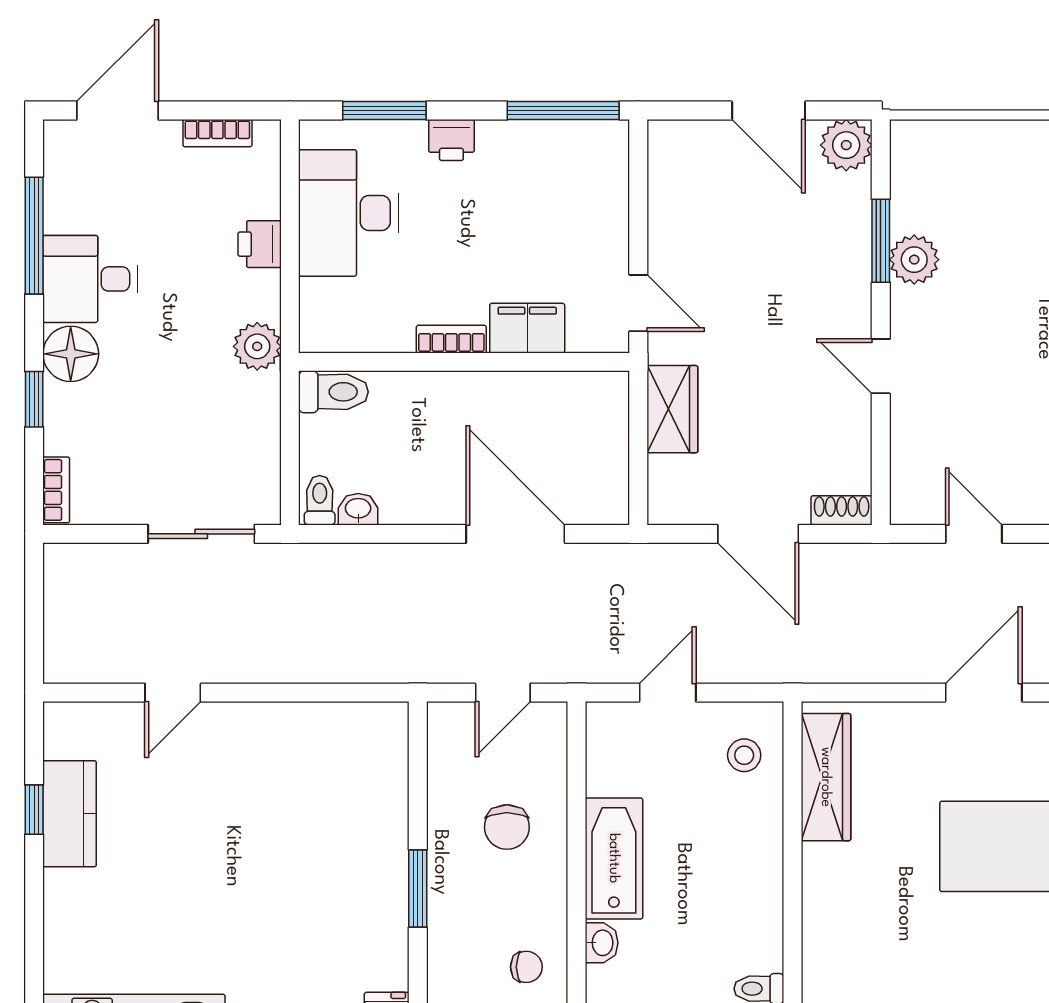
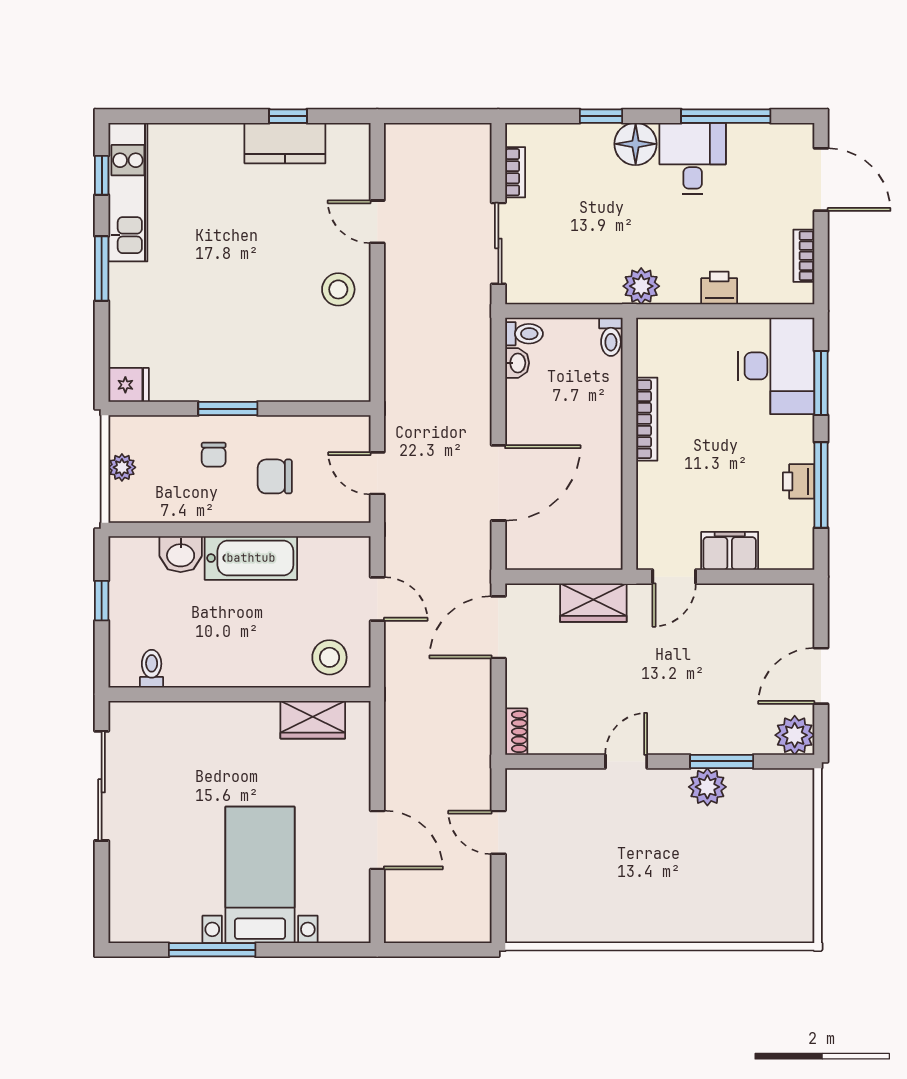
window: (563, 111) -> (821, 485), moved
printer: (451, 140) -> (799, 481), moved
desk: (348, 213) -> (776, 366), moved, turned 90
filing cabinet: (527, 328) -> (730, 551), moved, turned -90
bookcase: (451, 339) -> (647, 419), width x1.56
toilet: (333, 392) -> (611, 337), width x0.73, depth x0.72
bookcase: (56, 490) -> (515, 172), moved, turned -90
door: (758, 534) -> (498, 627), moved
door: (974, 534) -> (498, 832), swing flipped
stool: (262, 744) -> (338, 289), added
stool: (744, 755) -> (329, 657), width x1.37, depth x1.37
wardrobe: (826, 777) -> (313, 720), width x0.67
washbasin: (602, 943) -> (181, 554), width x1.38, depth x1.45
chair: (526, 967) -> (214, 455), moved

